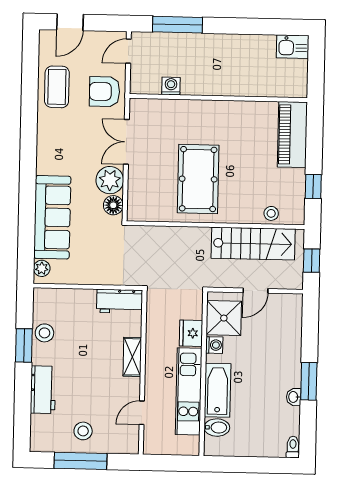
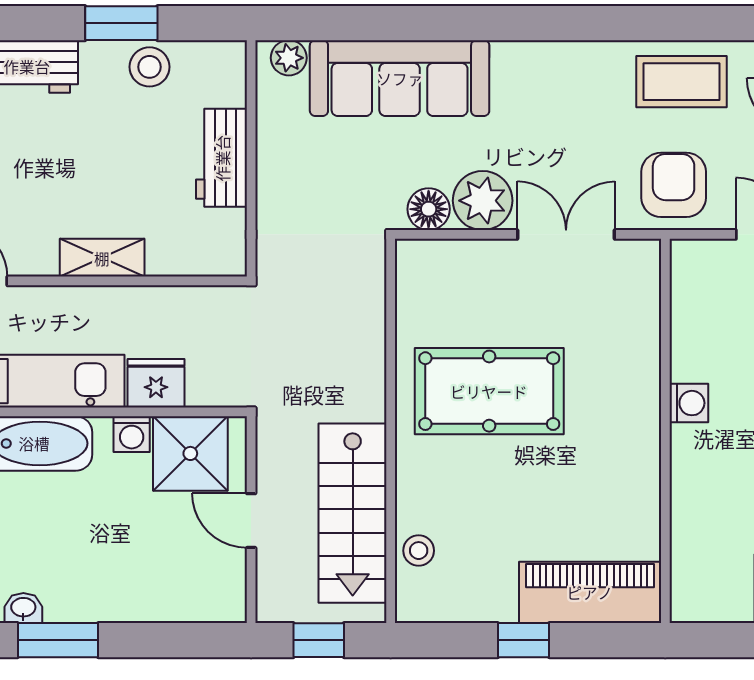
washing machine: (171, 86) -> (689, 403), moved
window: (313, 187) -> (523, 640), moved
workbench: (120, 301) -> (222, 158), moved

